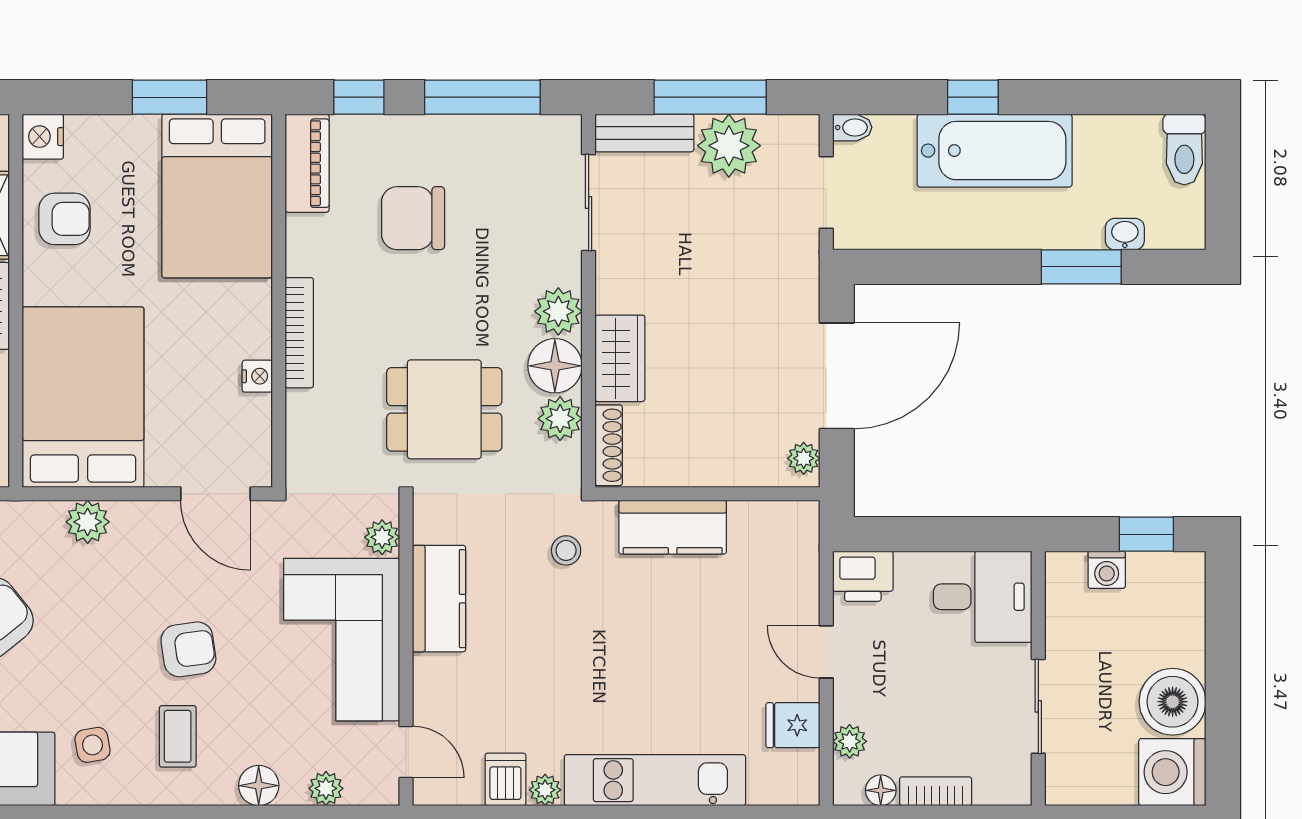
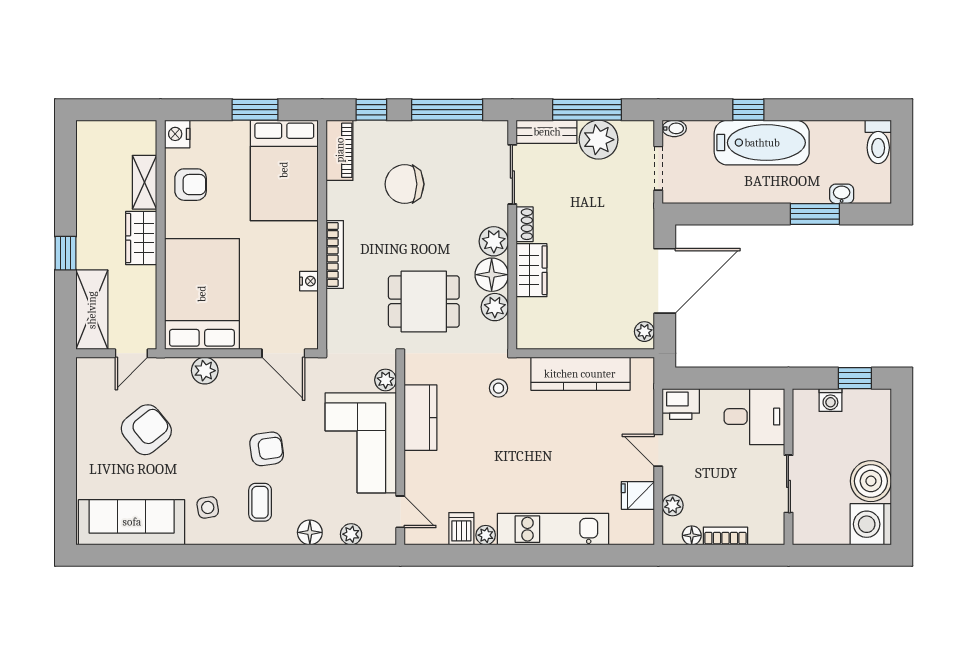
shoe rack: (609, 445) -> (525, 224), moved, width x0.70
kitchen counter: (673, 527) -> (580, 374), width x1.50

